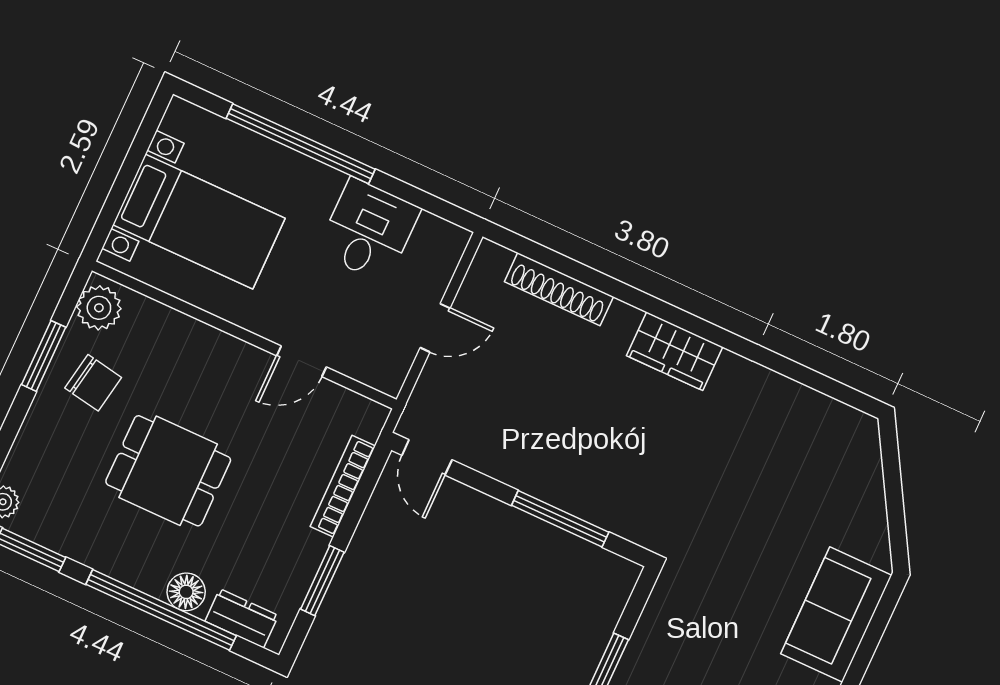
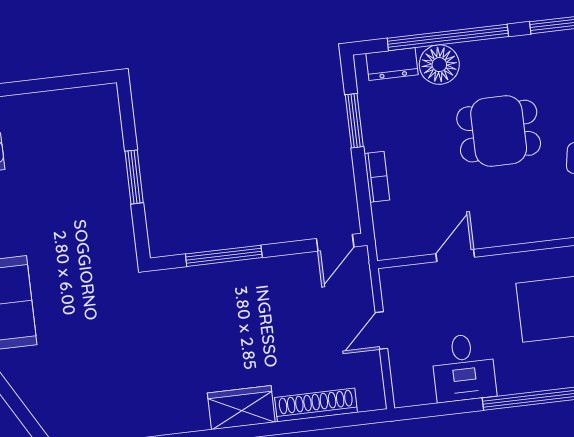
wardrobe: (675, 351) -> (241, 408), moved
door: (427, 457) -> (335, 243), swing flipped
bookcase: (343, 486) -> (377, 177), width x0.64
floor lamp: (186, 592) -> (439, 65), width x1.38, depth x1.38

